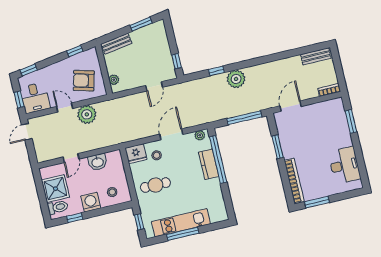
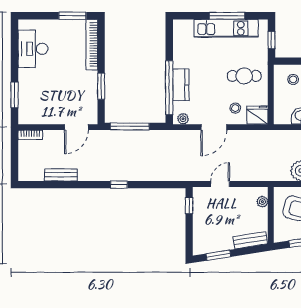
bench: (316, 56) -> (61, 175), moved
window: (216, 71) -> (119, 185), moved
plant: (236, 79) -> (129, 171), removed

